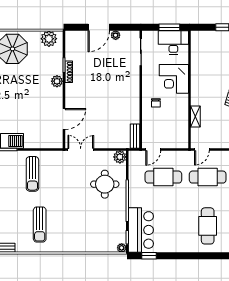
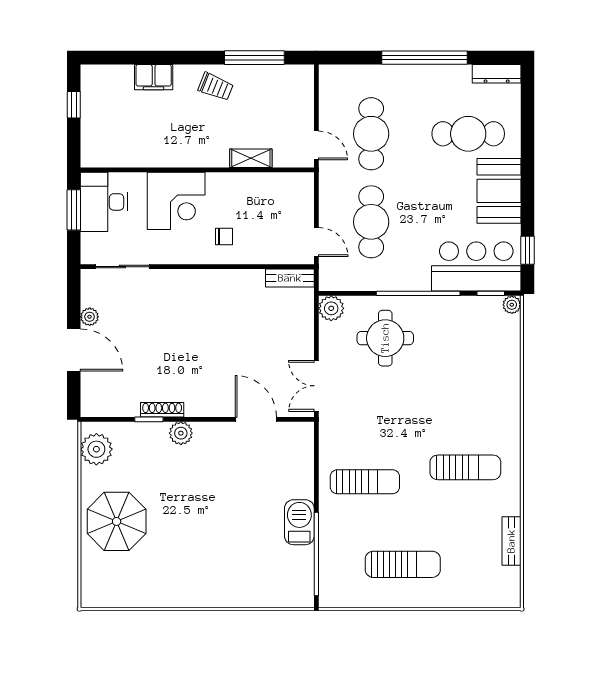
booth: (179, 241) -> (499, 191), added

